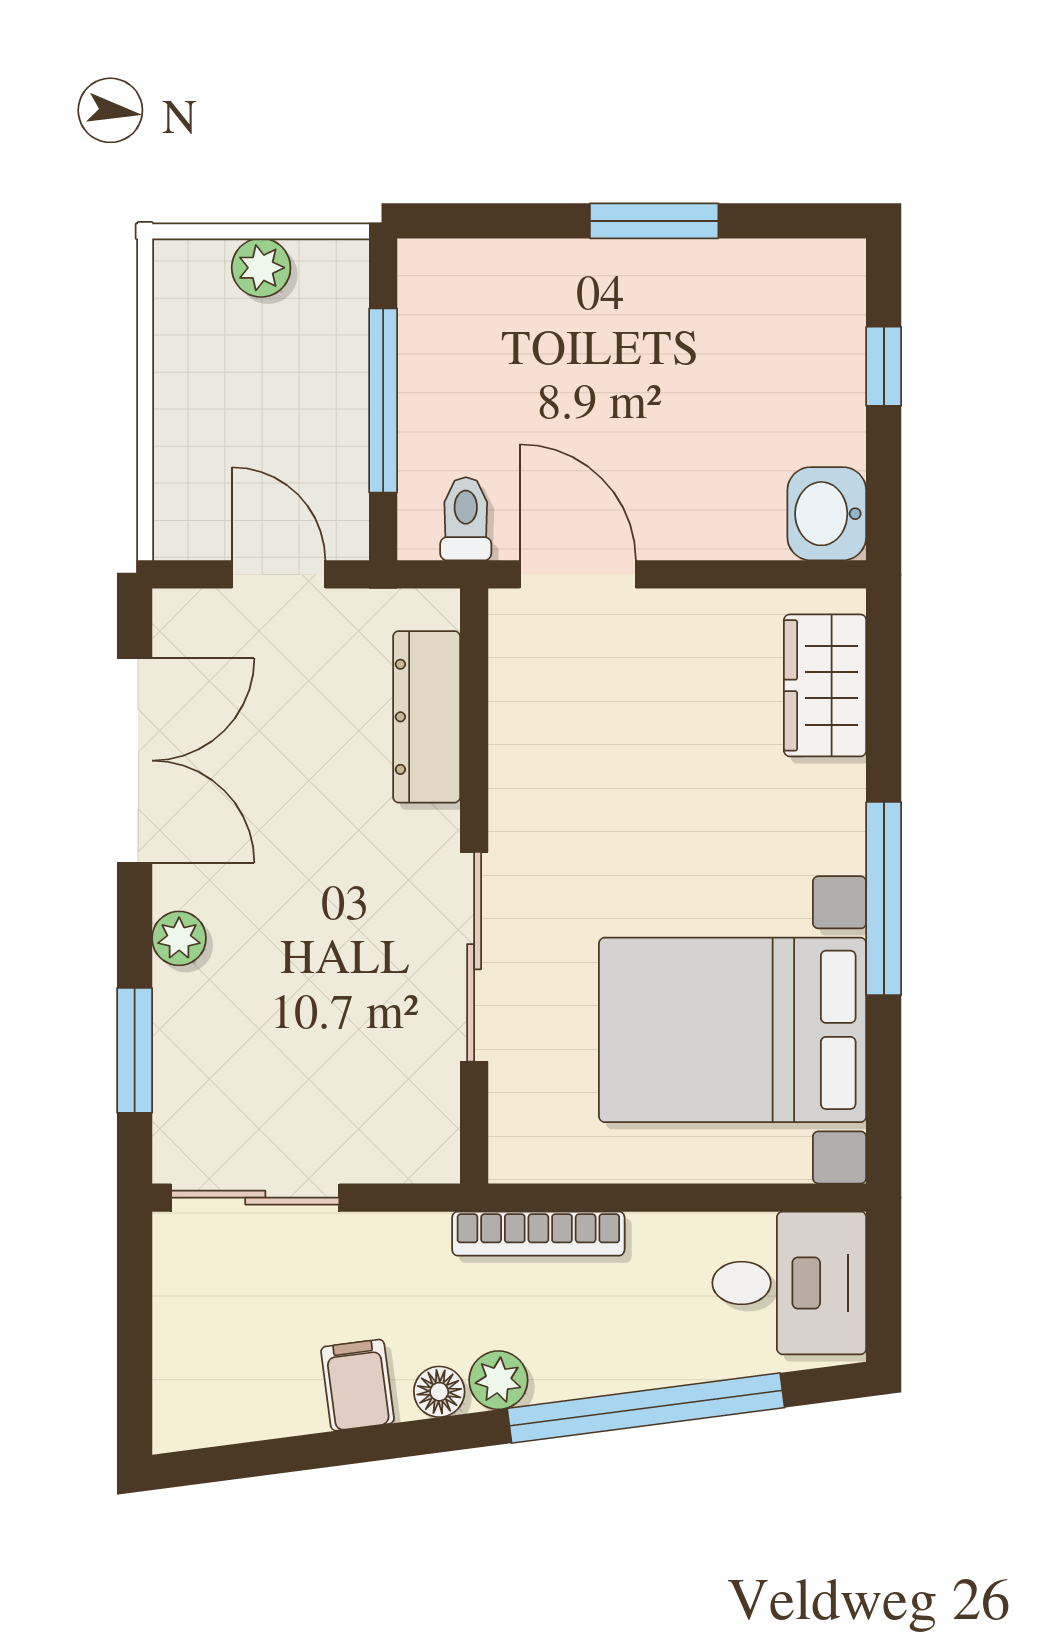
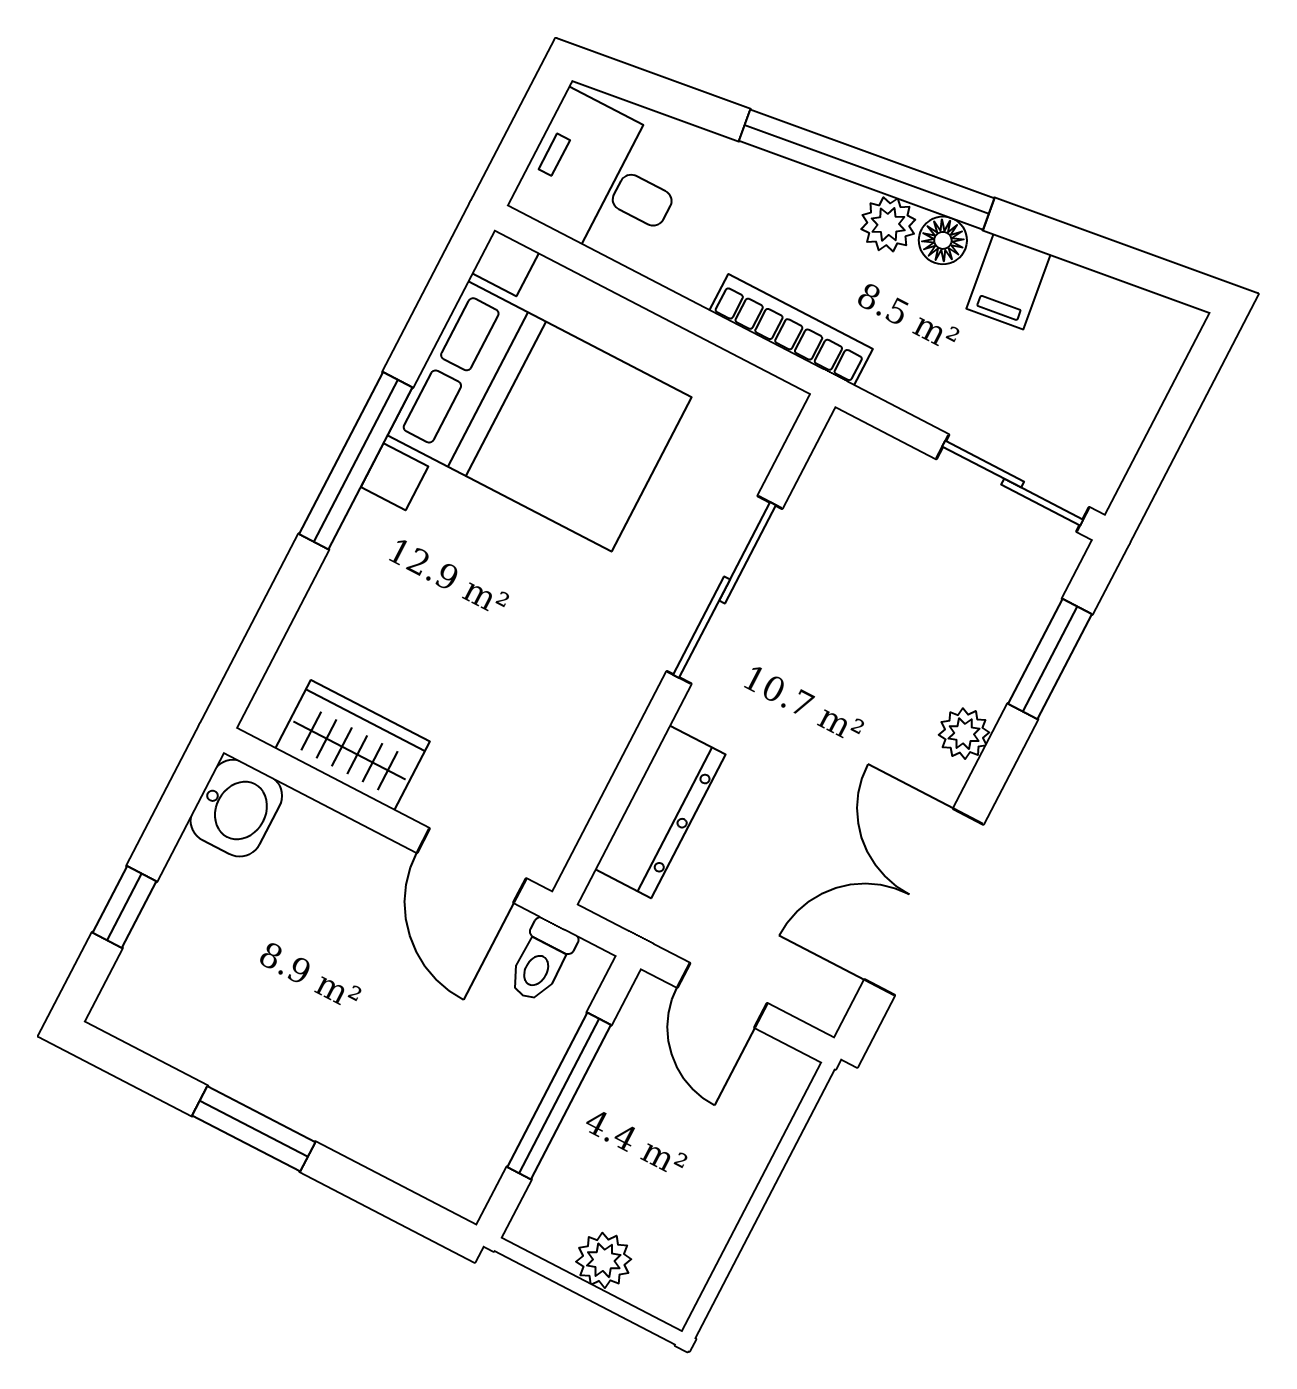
wardrobe: (825, 685) -> (352, 745), moved, turned -90
window: (646, 1408) -> (867, 170), moved

